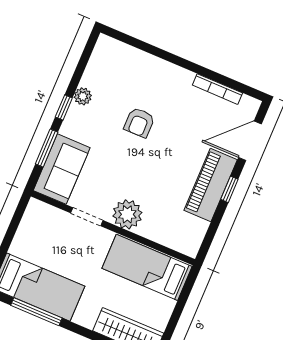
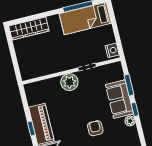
sofa: (62, 169) -> (119, 99), moved
nightstand: (34, 214) -> (112, 50), added
bed: (147, 267) -> (42, 65), removed

